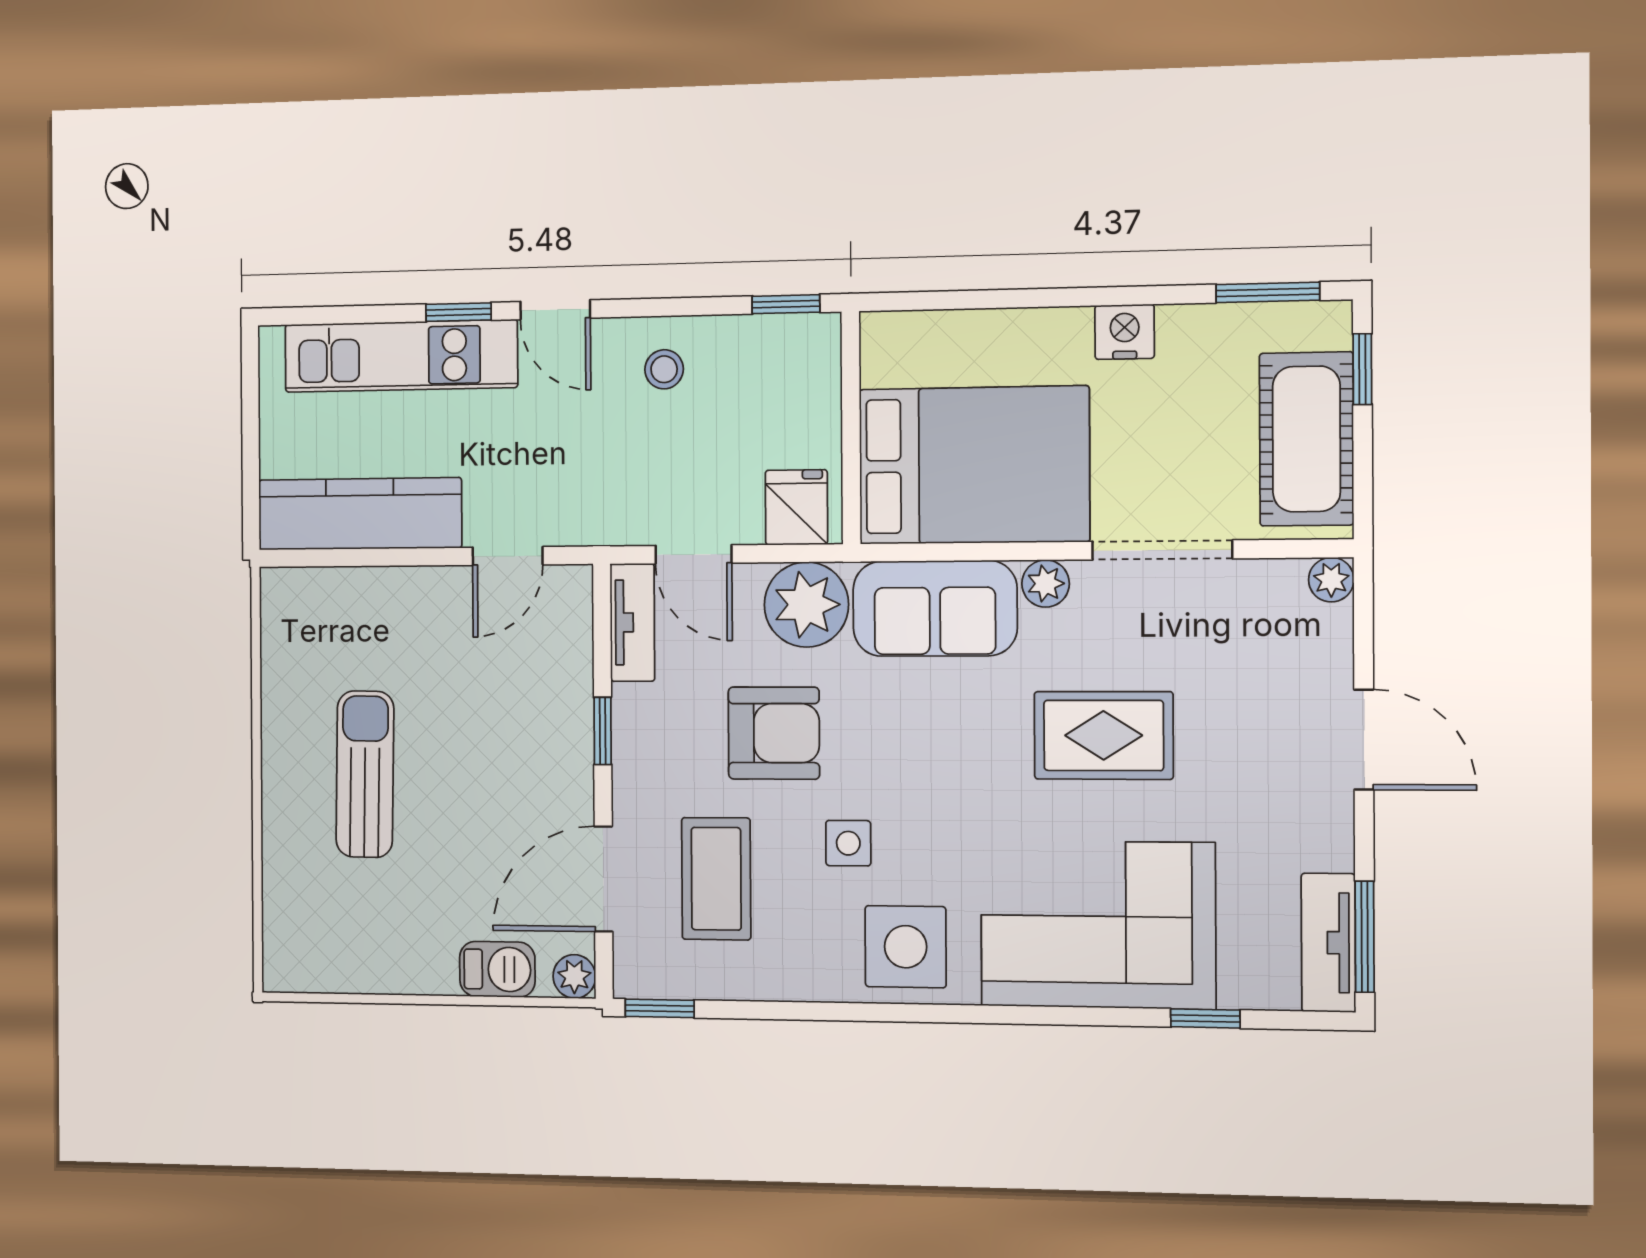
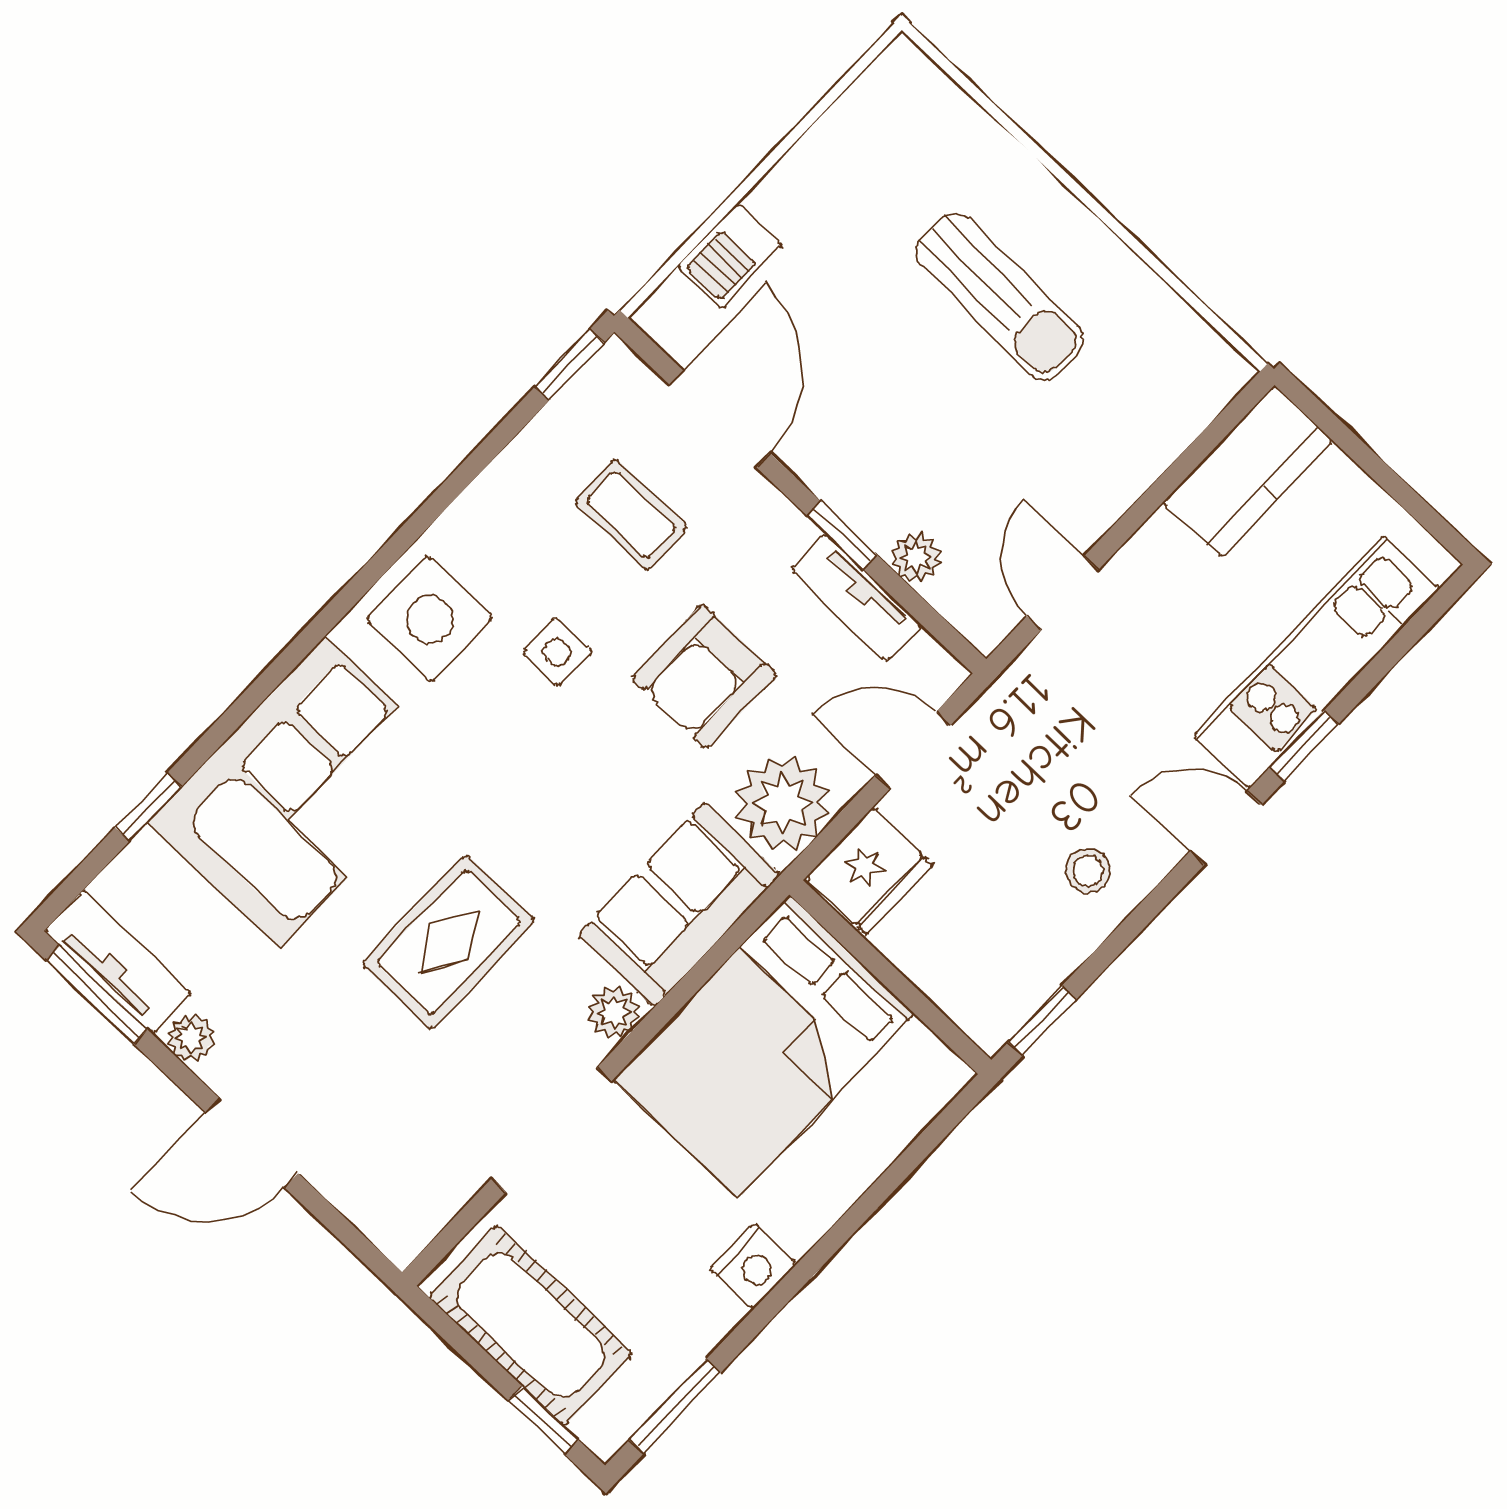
fridge: (796, 507) -> (869, 871), width x1.38
kitchen counter: (360, 514) -> (1248, 471), width x0.67
plant: (1331, 580) -> (191, 1038), moved
tv unit: (632, 622) -> (856, 598), moved
coffee table: (716, 879) -> (631, 514), width x0.73, depth x0.77
plant: (574, 976) -> (916, 558), moved

